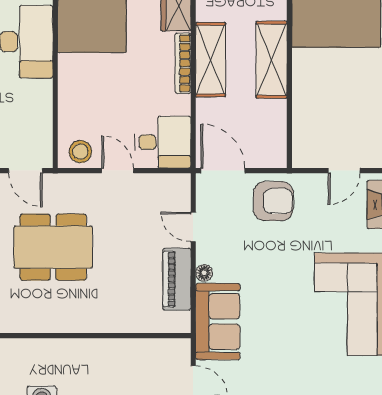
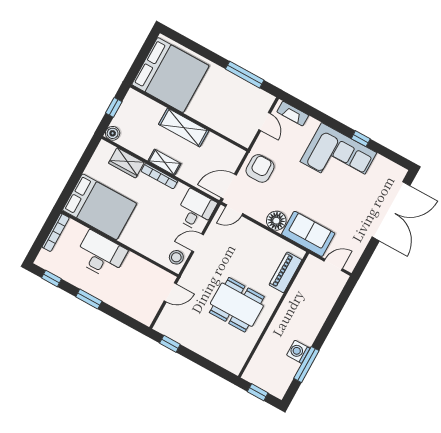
shelving: (211, 60) -> (165, 162), width x0.67, depth x0.75
door: (193, 227) -> (234, 210), moved
dining table: (53, 247) -> (237, 305), moved, turned 90
floor lamp: (204, 273) -> (276, 221), width x1.89, depth x1.89
piano: (177, 279) -> (285, 272), moved, turned 90

